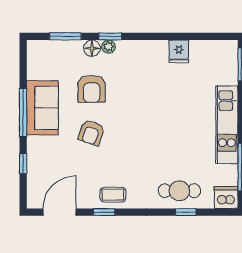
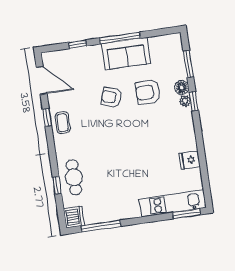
kitchen unit: (227, 125) -> (173, 203), moved

